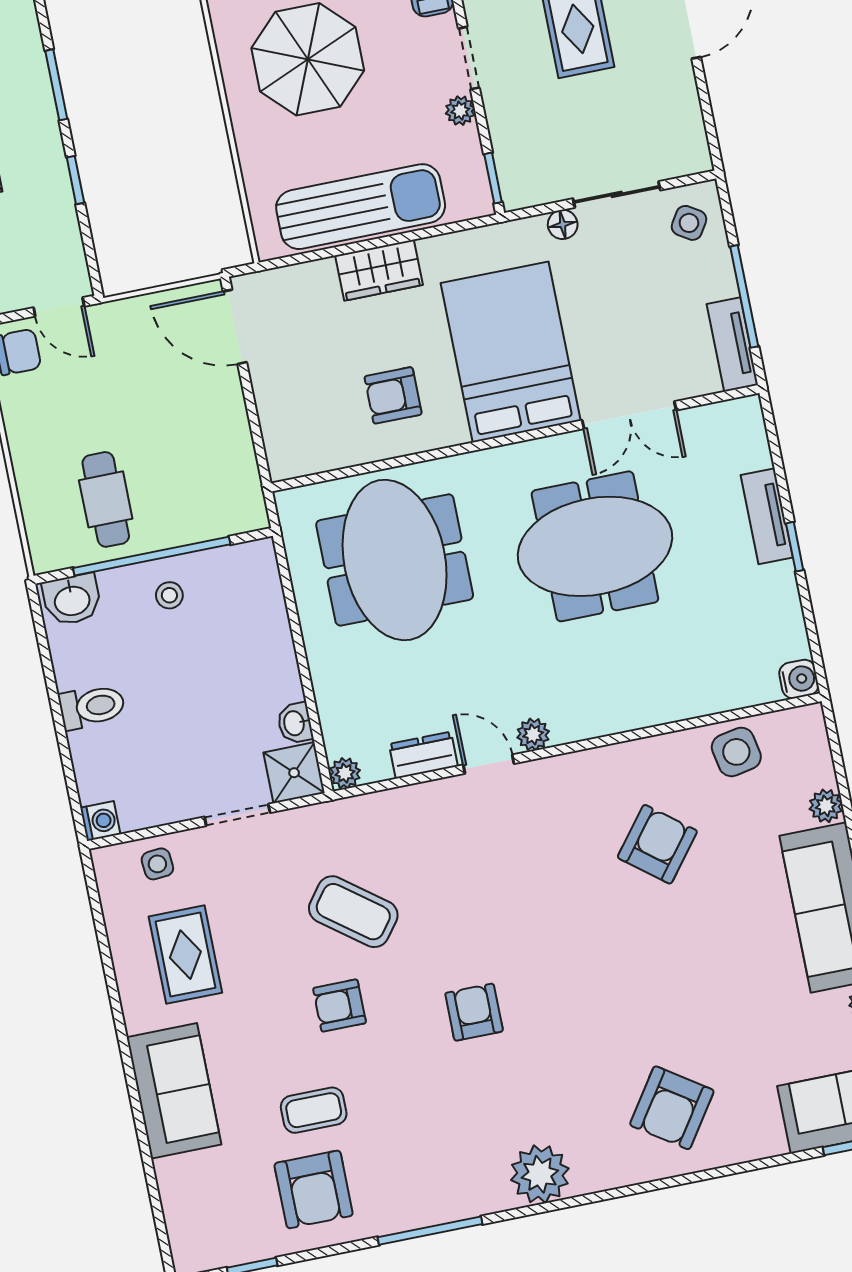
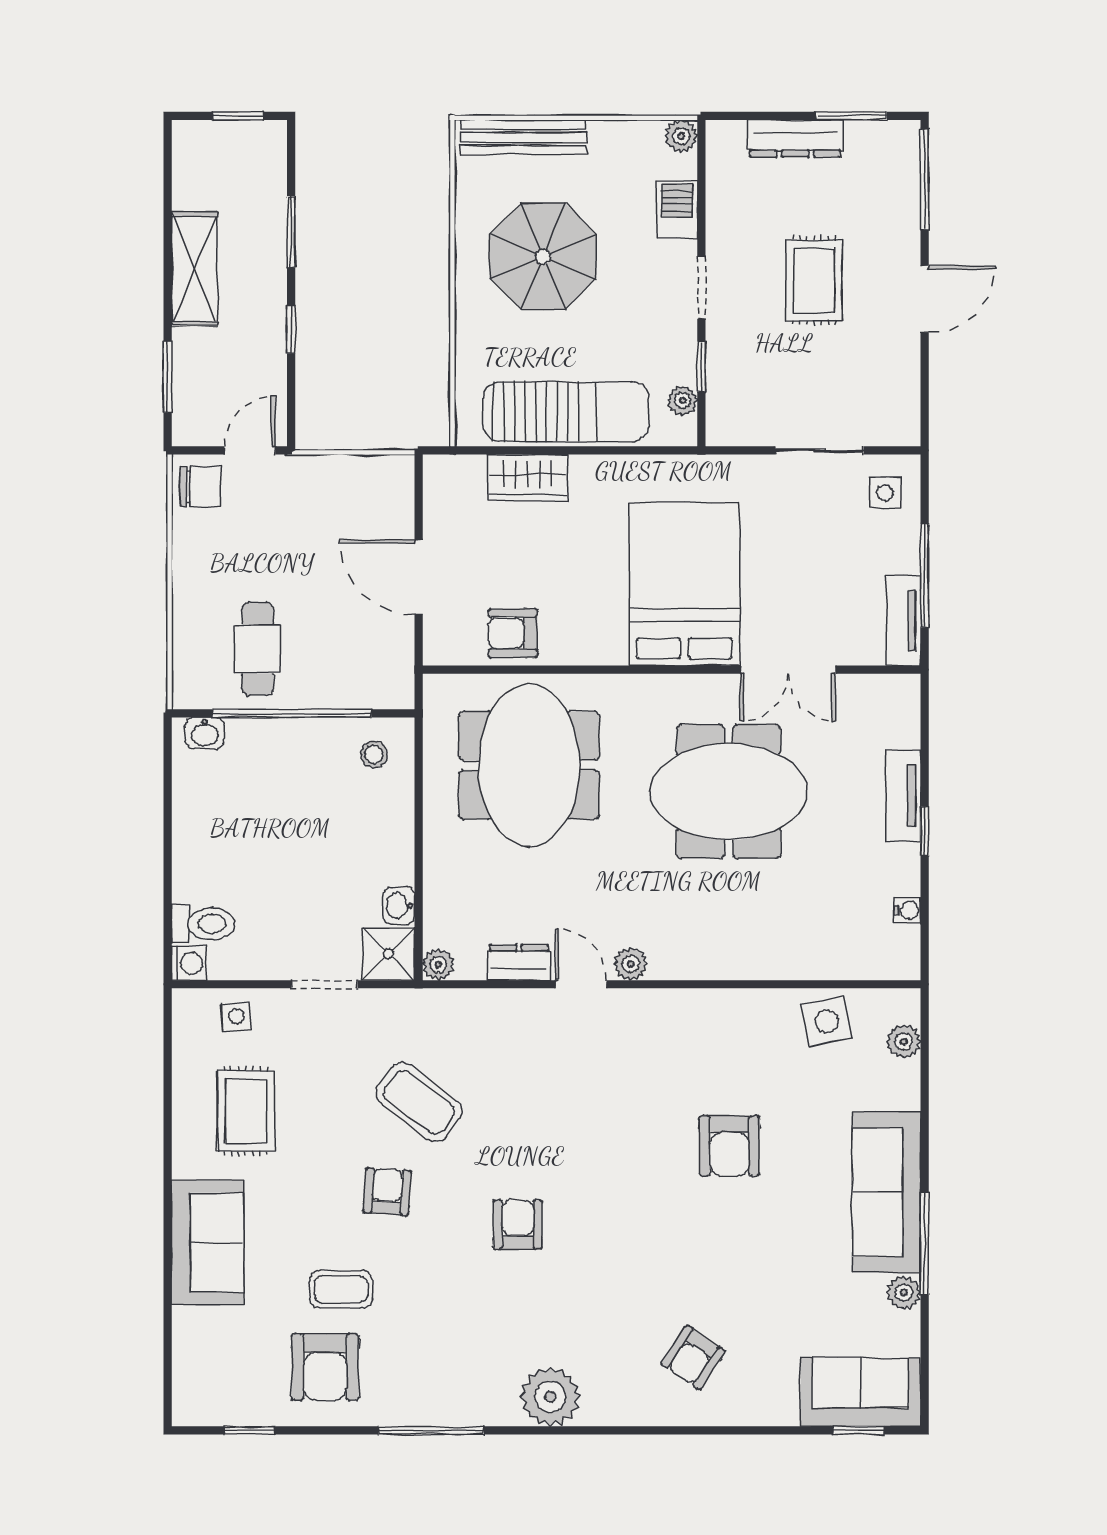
plant: (460, 111) -> (683, 400), moved
window: (493, 178) -> (701, 367), moved
side table: (689, 223) -> (885, 493), turned -32
floor lamp: (563, 224) -> (761, 469), removed
wardrobe: (379, 270) -> (527, 478), moved
door: (59, 307) -> (250, 450), swing flipped
door: (235, 327) -> (419, 577), moved
armchair: (393, 395) -> (513, 633), moved
stool: (169, 595) -> (374, 754), moved
washbasin: (72, 600) -> (205, 733), width x0.72, depth x0.69
water cooler: (799, 679) -> (907, 910), moved, width x0.72, depth x0.72
toilet: (92, 707) -> (203, 924), moved
plant: (826, 806) -> (904, 1042), moved
armchair: (657, 844) -> (729, 1146), moved, turned 142
armchair: (340, 1006) -> (387, 1192), turned 94
armchair: (672, 1108) -> (693, 1358), width x0.72, depth x0.72

